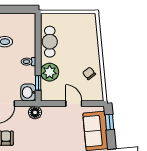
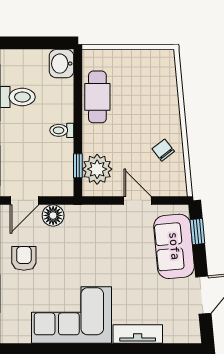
plant: (50, 72) -> (97, 169), moved
washbasin: (28, 92) -> (61, 64), moved
floor lamp: (35, 112) -> (53, 215), moved

